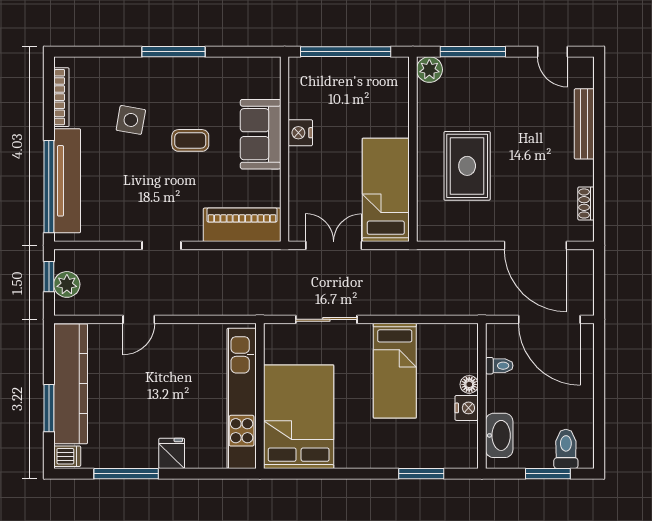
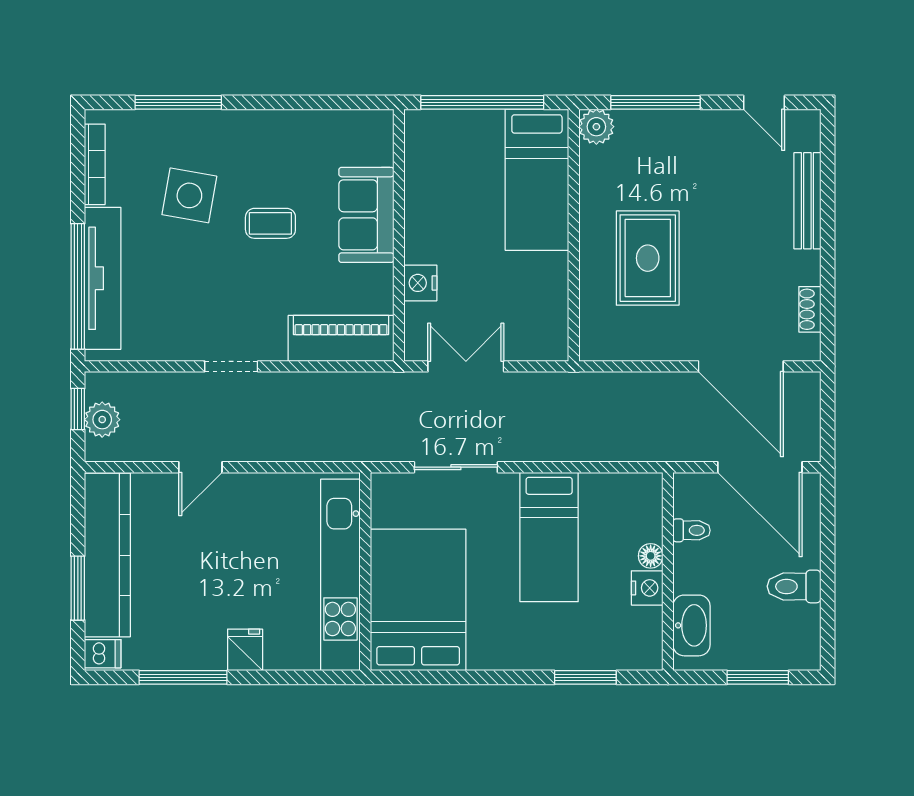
window: (173, 52) -> (178, 102), moved
side table: (131, 120) -> (189, 195), width x1.37, depth x1.37
nightstand: (300, 133) -> (420, 283), moved
bed: (386, 190) -> (537, 180), moved, turned 180
toilet: (566, 449) -> (794, 586), moved, turned -90

